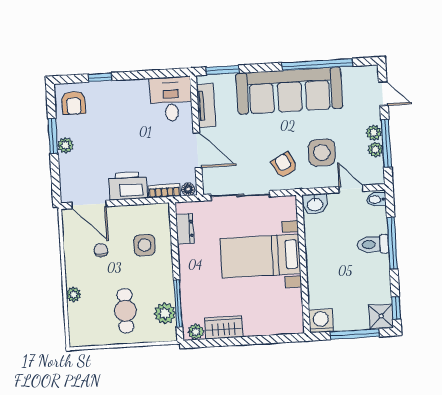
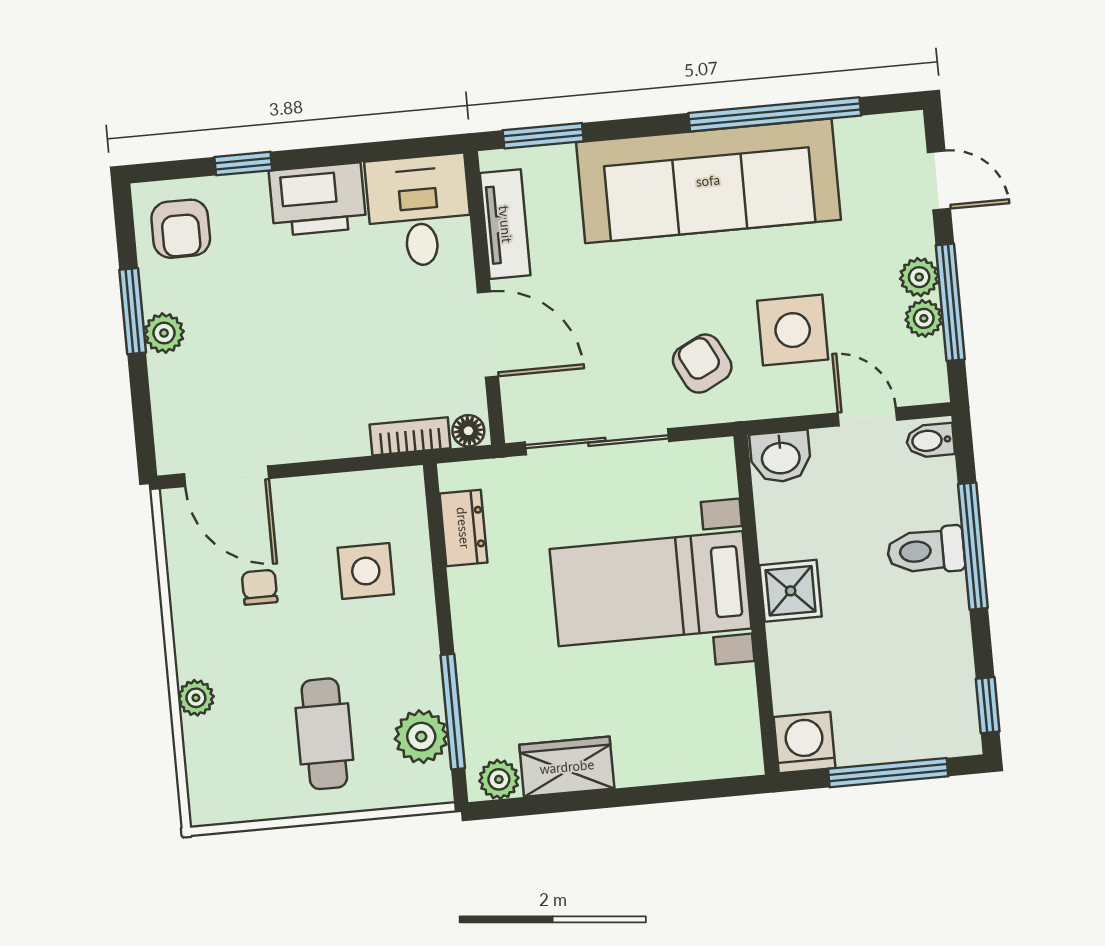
printer: (128, 186) -> (318, 199), moved, turned 180
shower: (381, 316) -> (791, 591), moved

